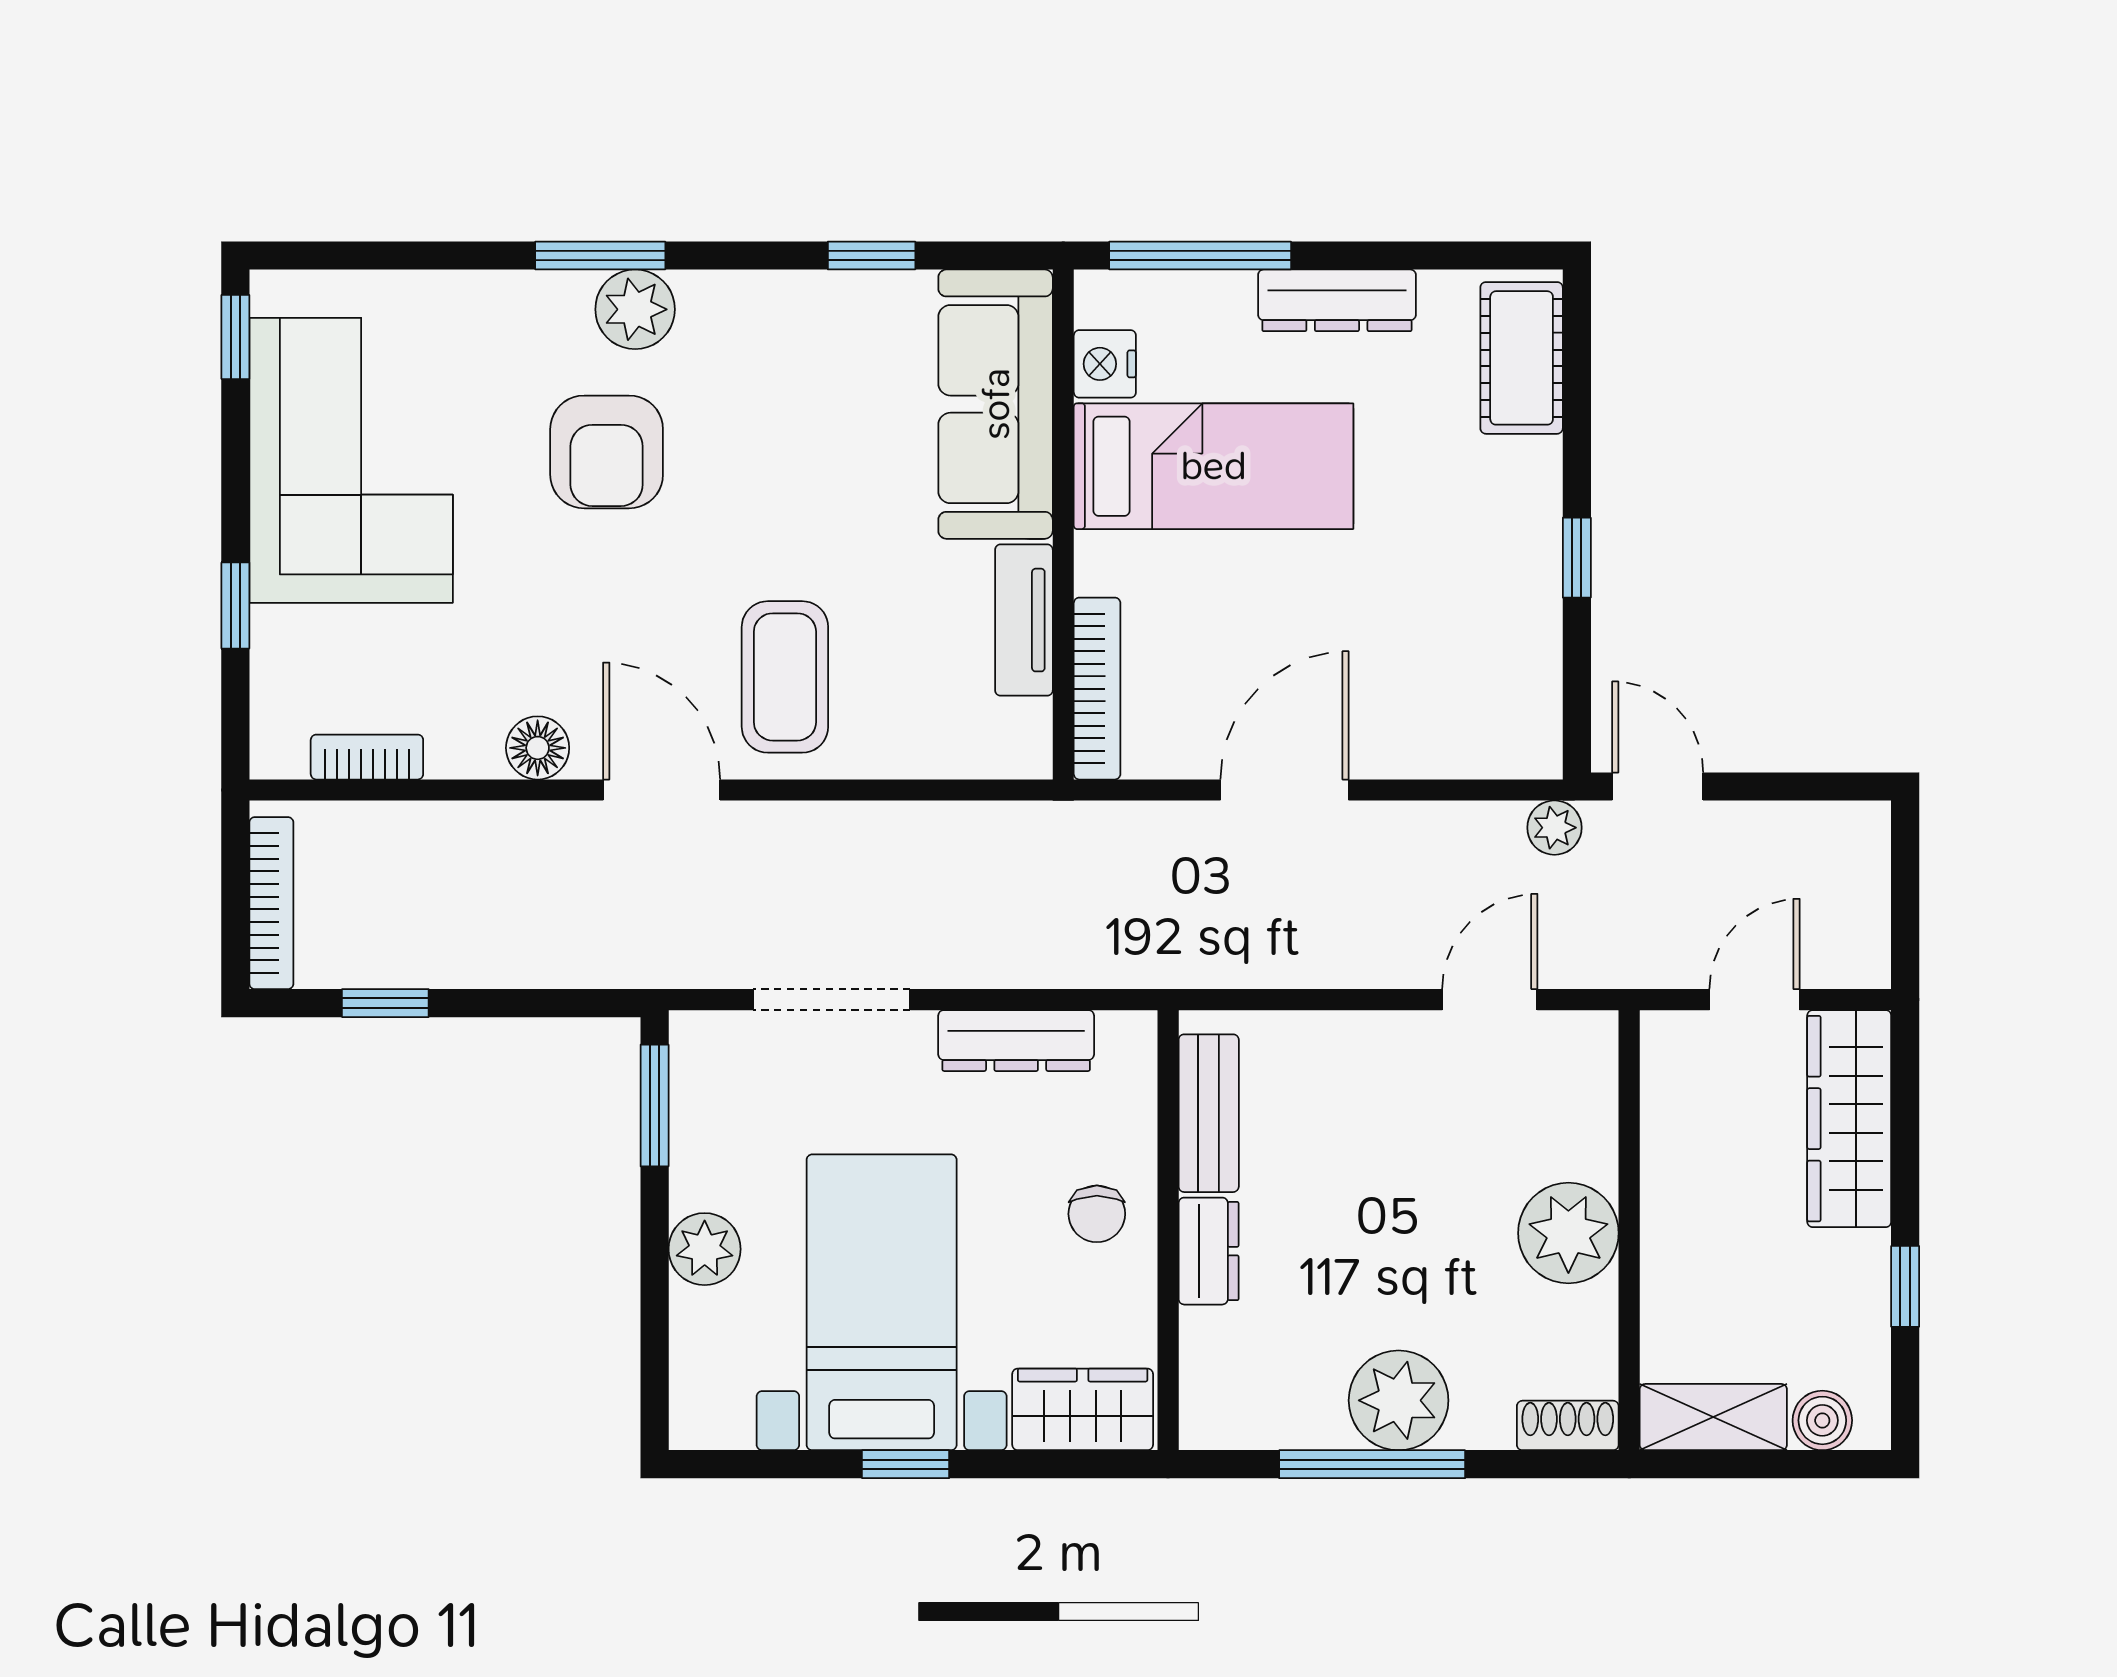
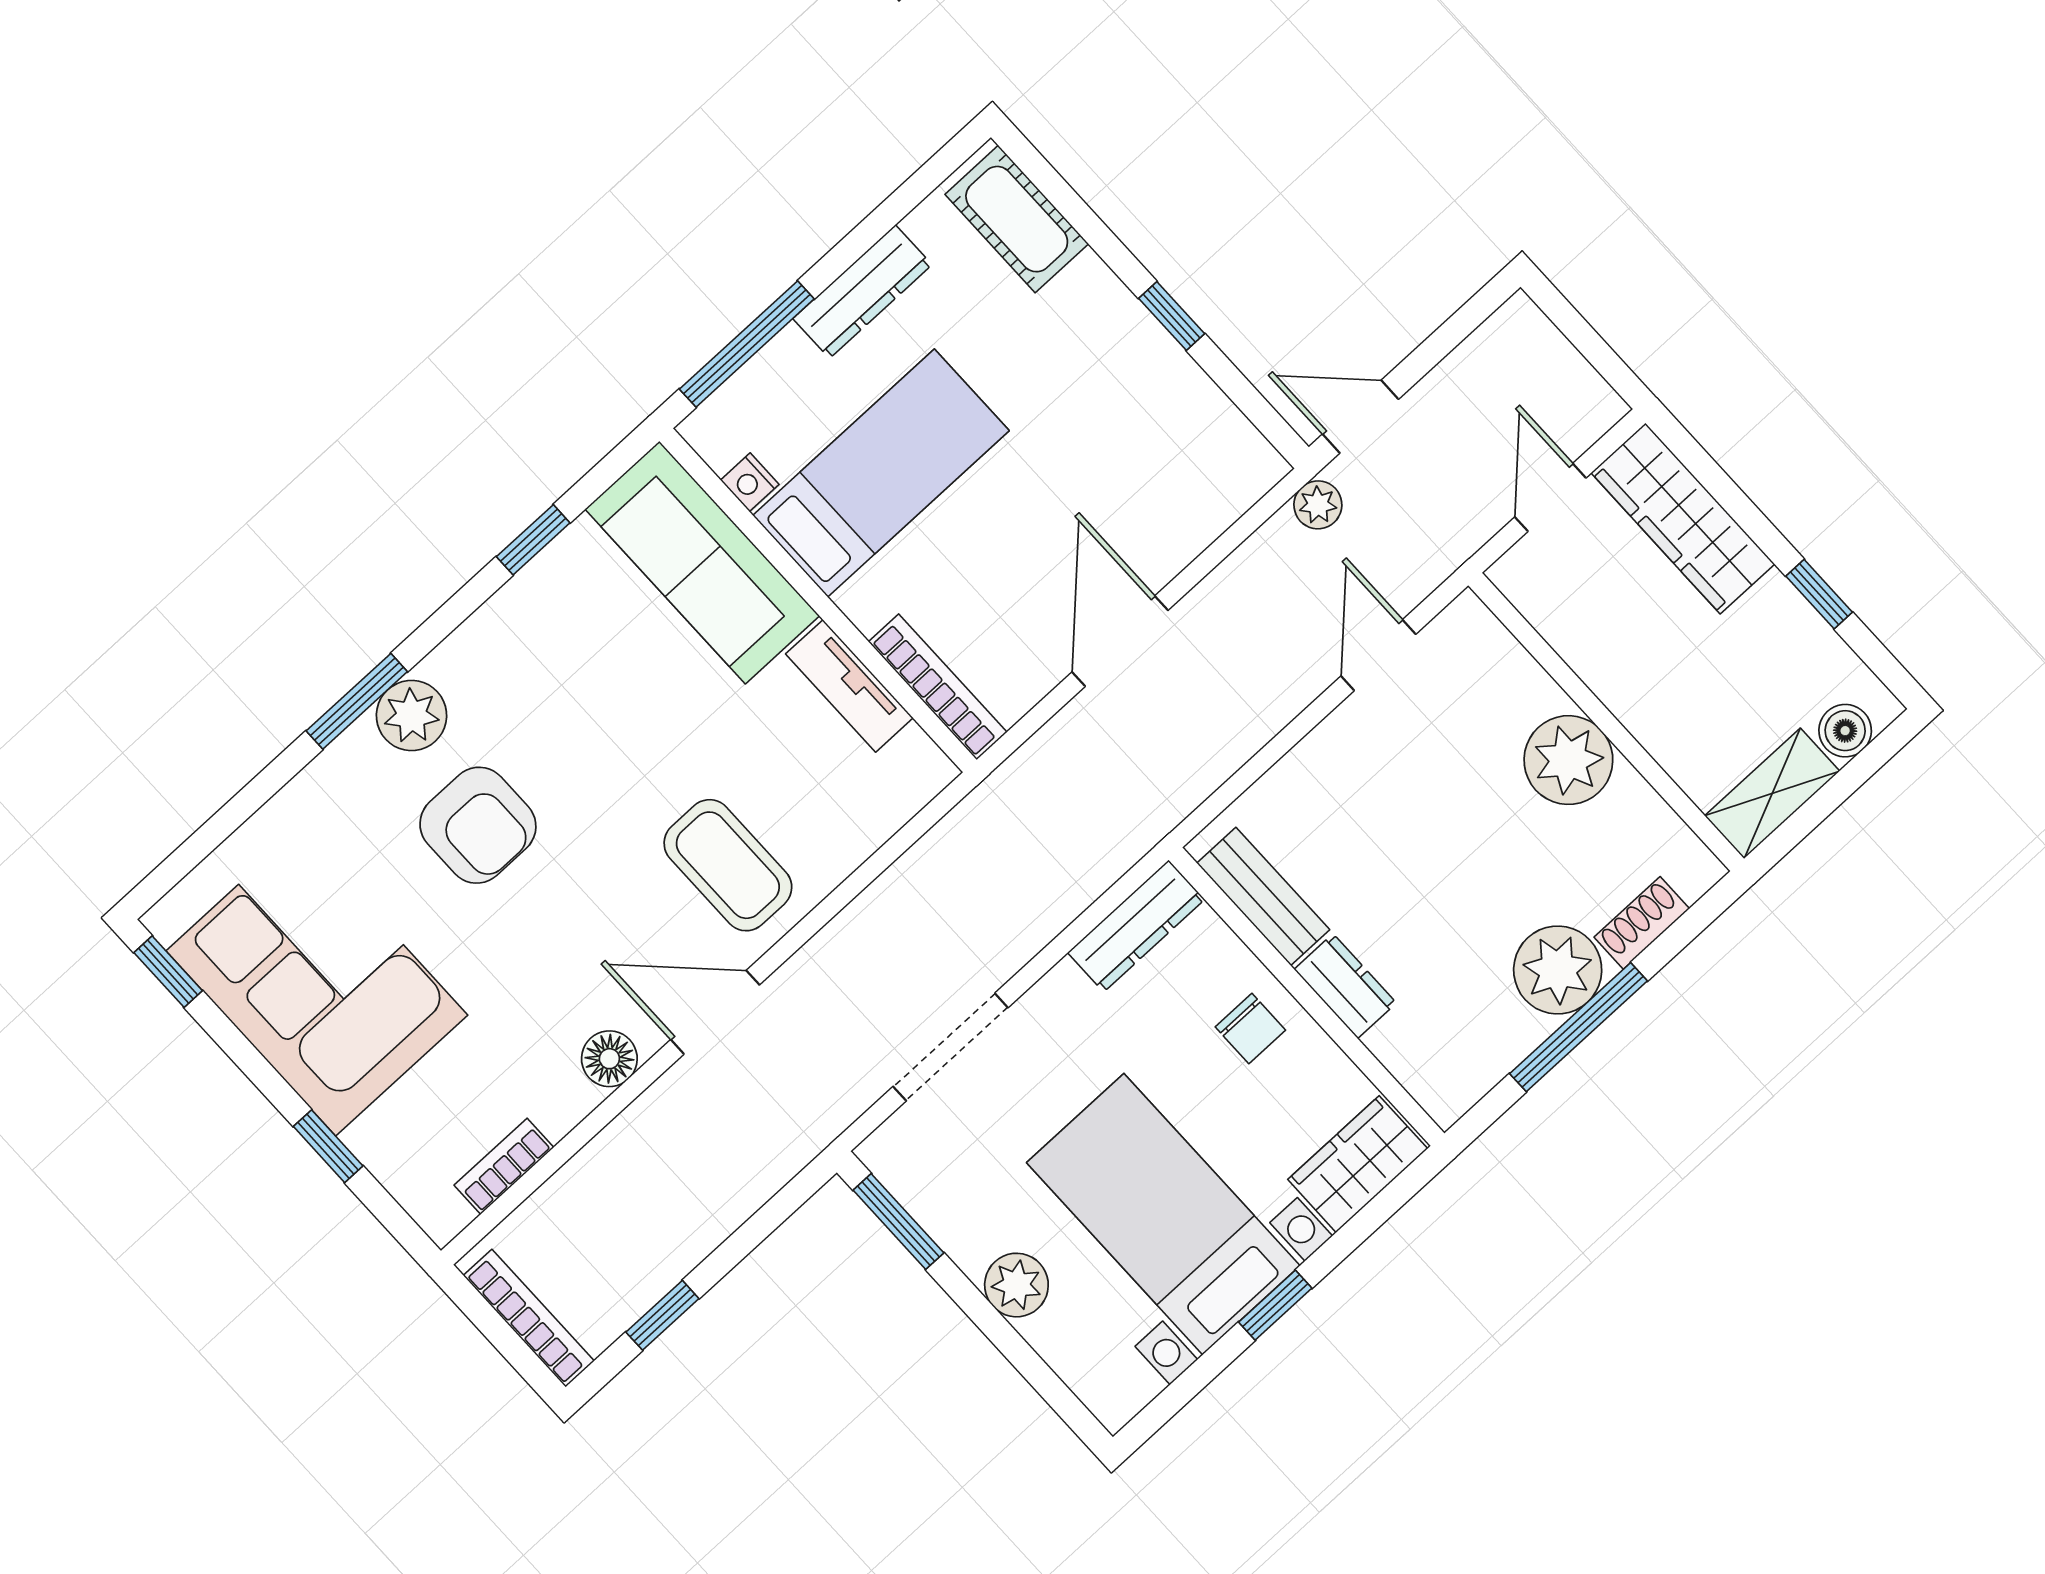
nightstand: (1105, 364) -> (750, 482), width x0.72, depth x0.74
dresser: (1016, 1041) -> (1136, 926), moved
shoe rack: (1568, 1425) -> (1642, 923), moved

